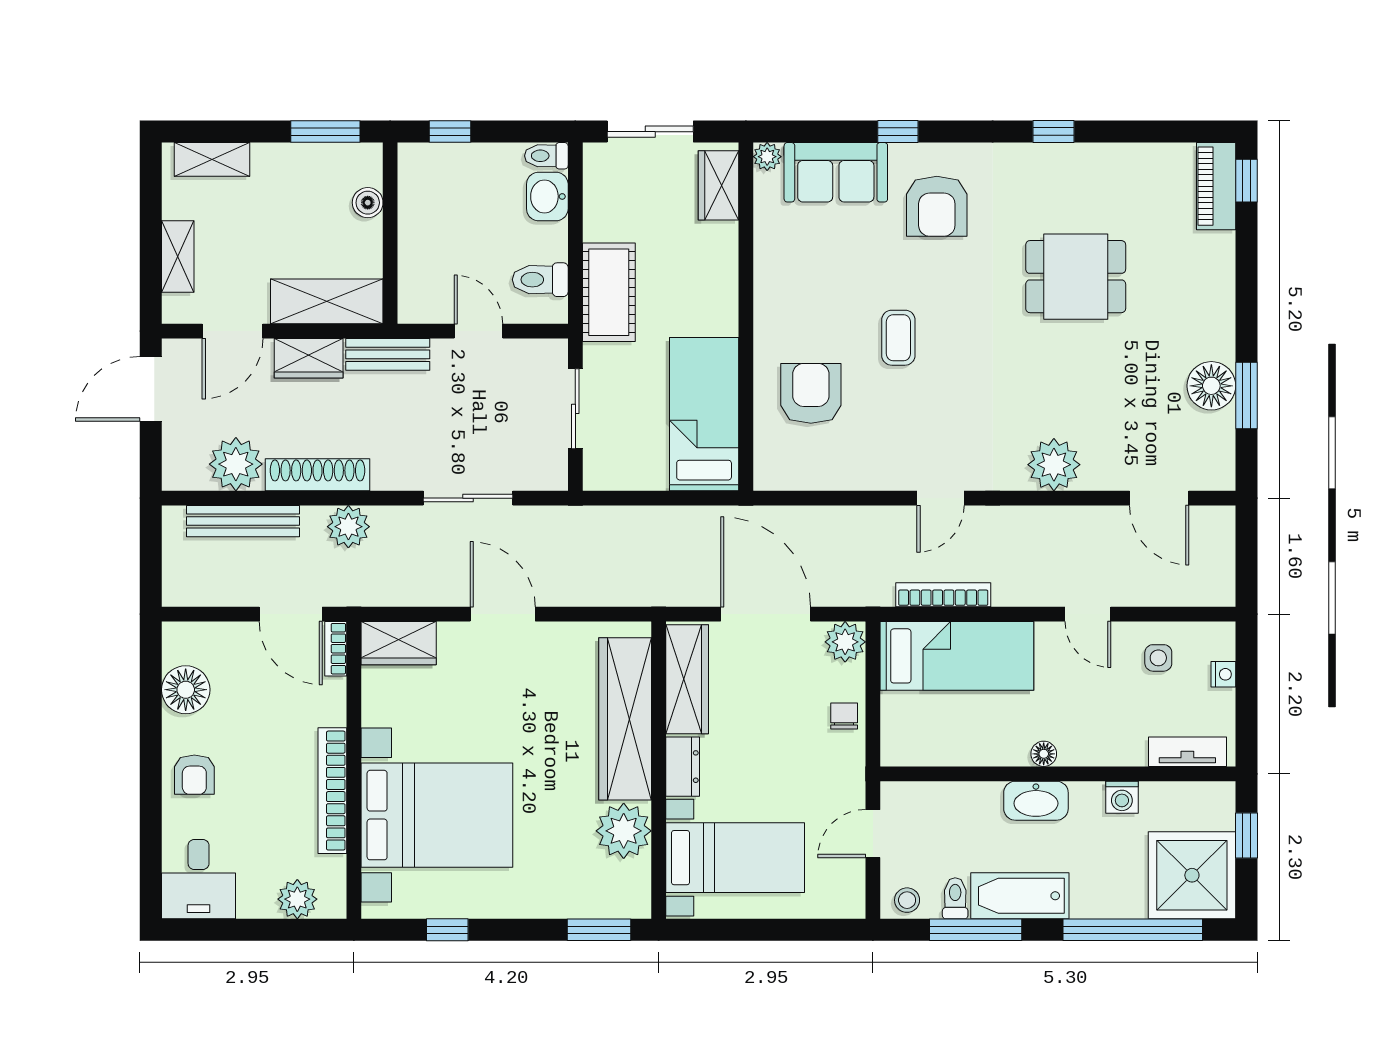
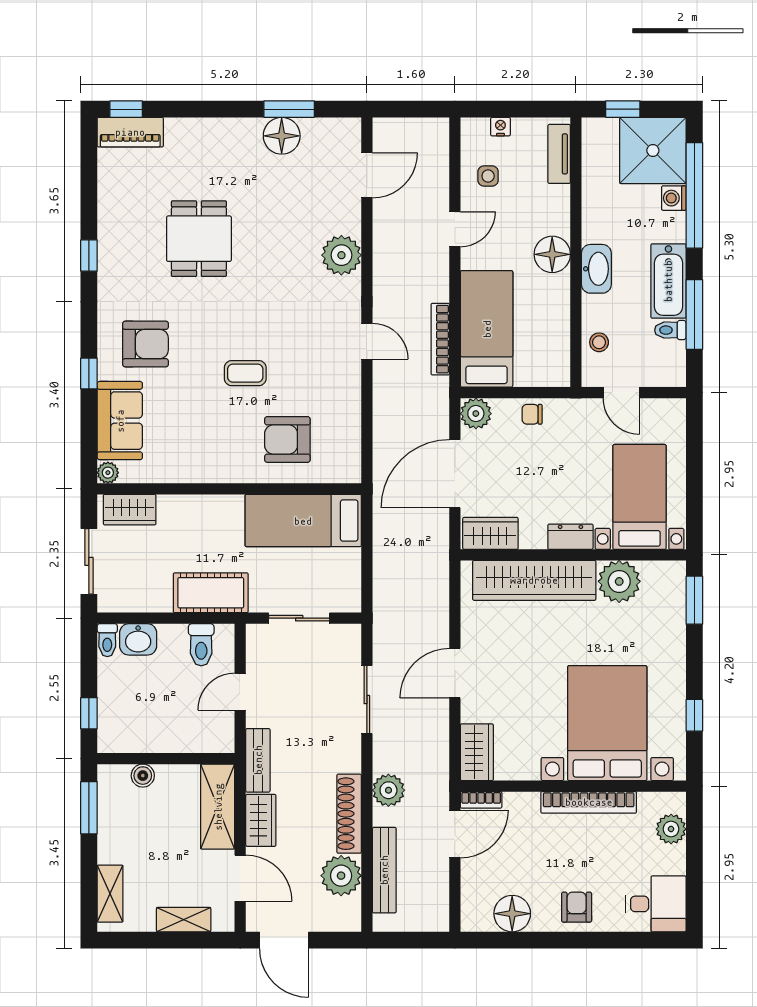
wardrobe: (687, 679) -> (490, 533), width x0.67
floor lamp: (1044, 754) -> (552, 254), width x1.89, depth x1.89
armchair: (194, 775) -> (577, 907), turned -90
washing machine: (1122, 797) -> (674, 198), moved, turned 180
stool: (907, 900) -> (599, 342), moved

